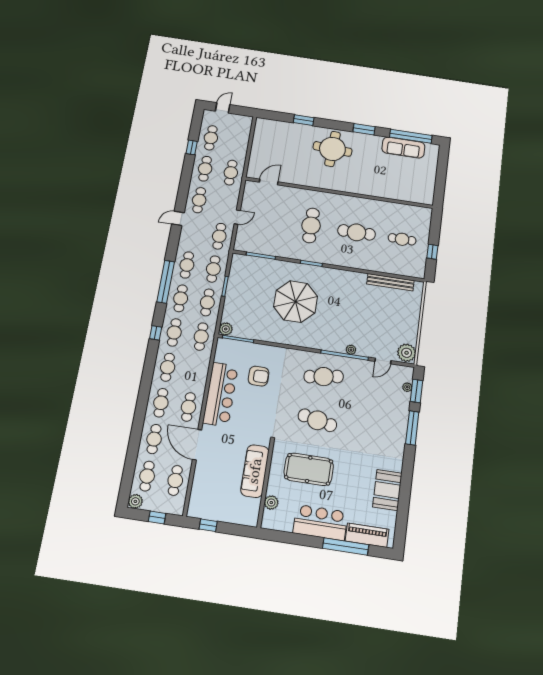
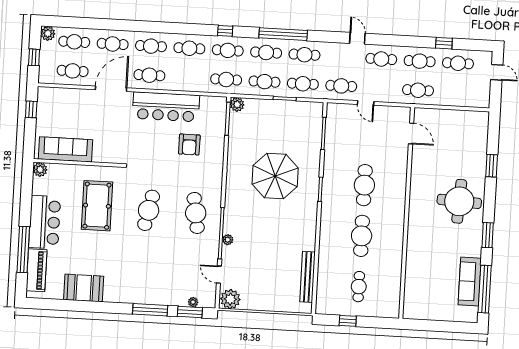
cafe table: (311, 225) -> (364, 185), turned 90
sofa: (255, 471) -> (66, 149), moved
plant: (271, 503) -> (40, 170), moved

